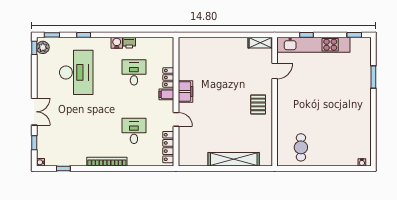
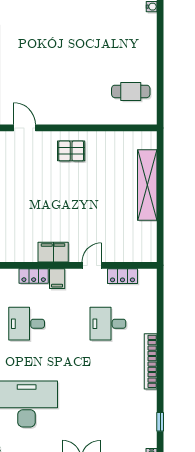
locker: (168, 147) -> (122, 276), width x0.66

